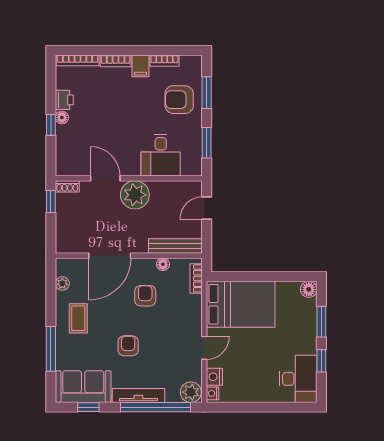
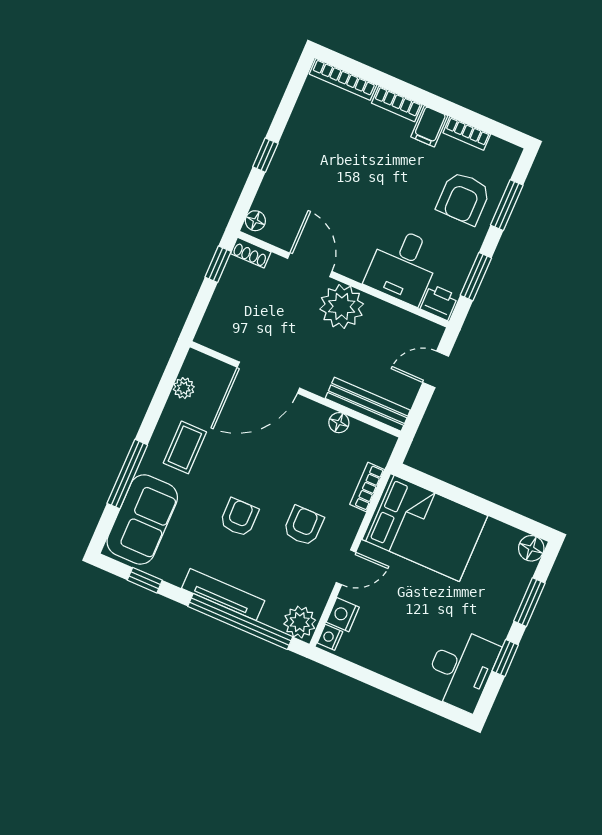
printer: (64, 100) -> (439, 302), moved, turned -90
armchair: (179, 100) -> (464, 198), turned -90
floor lamp: (62, 117) -> (255, 221), moved
bookcase: (196, 278) -> (367, 487), moved
armchair: (145, 296) -> (303, 526), moved
sofa: (83, 387) -> (142, 519), moved, turned 90

